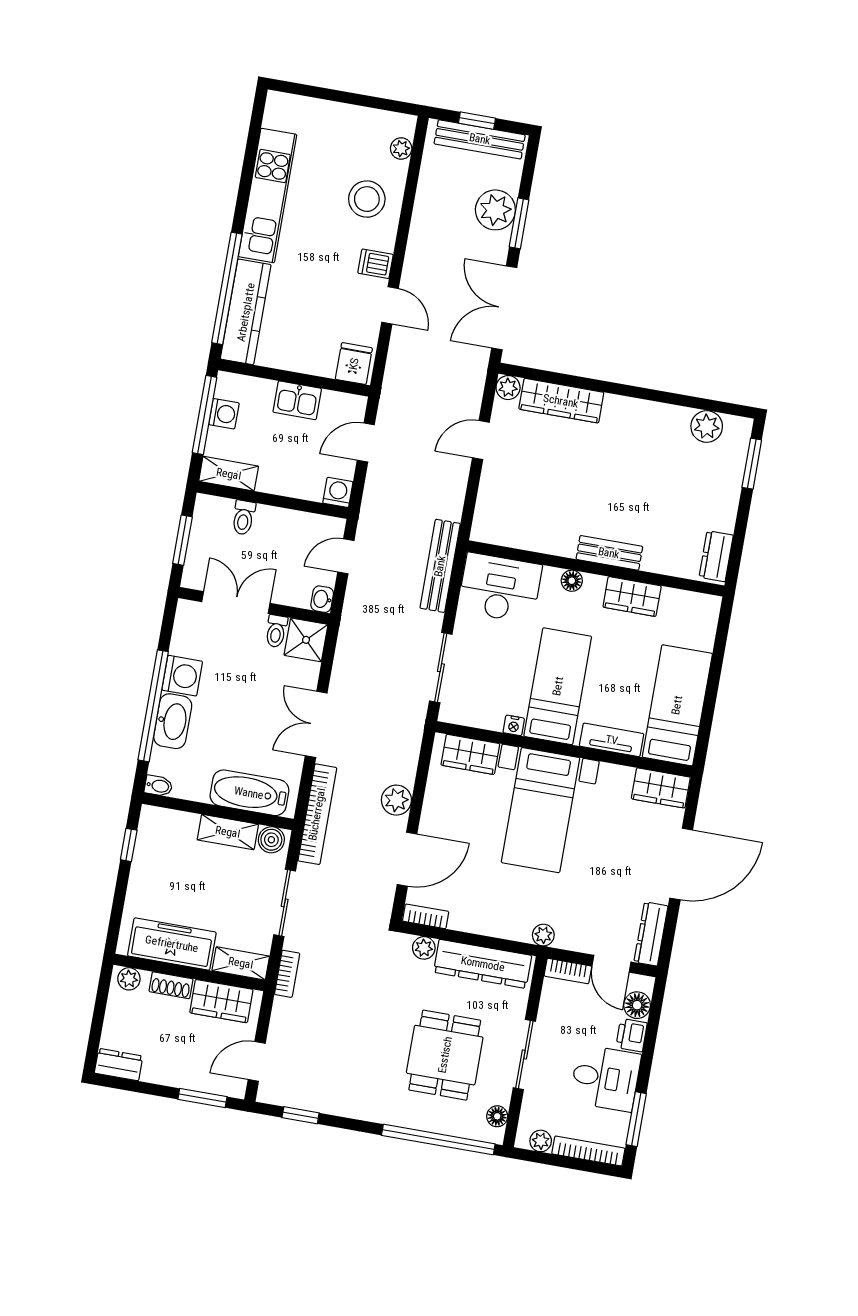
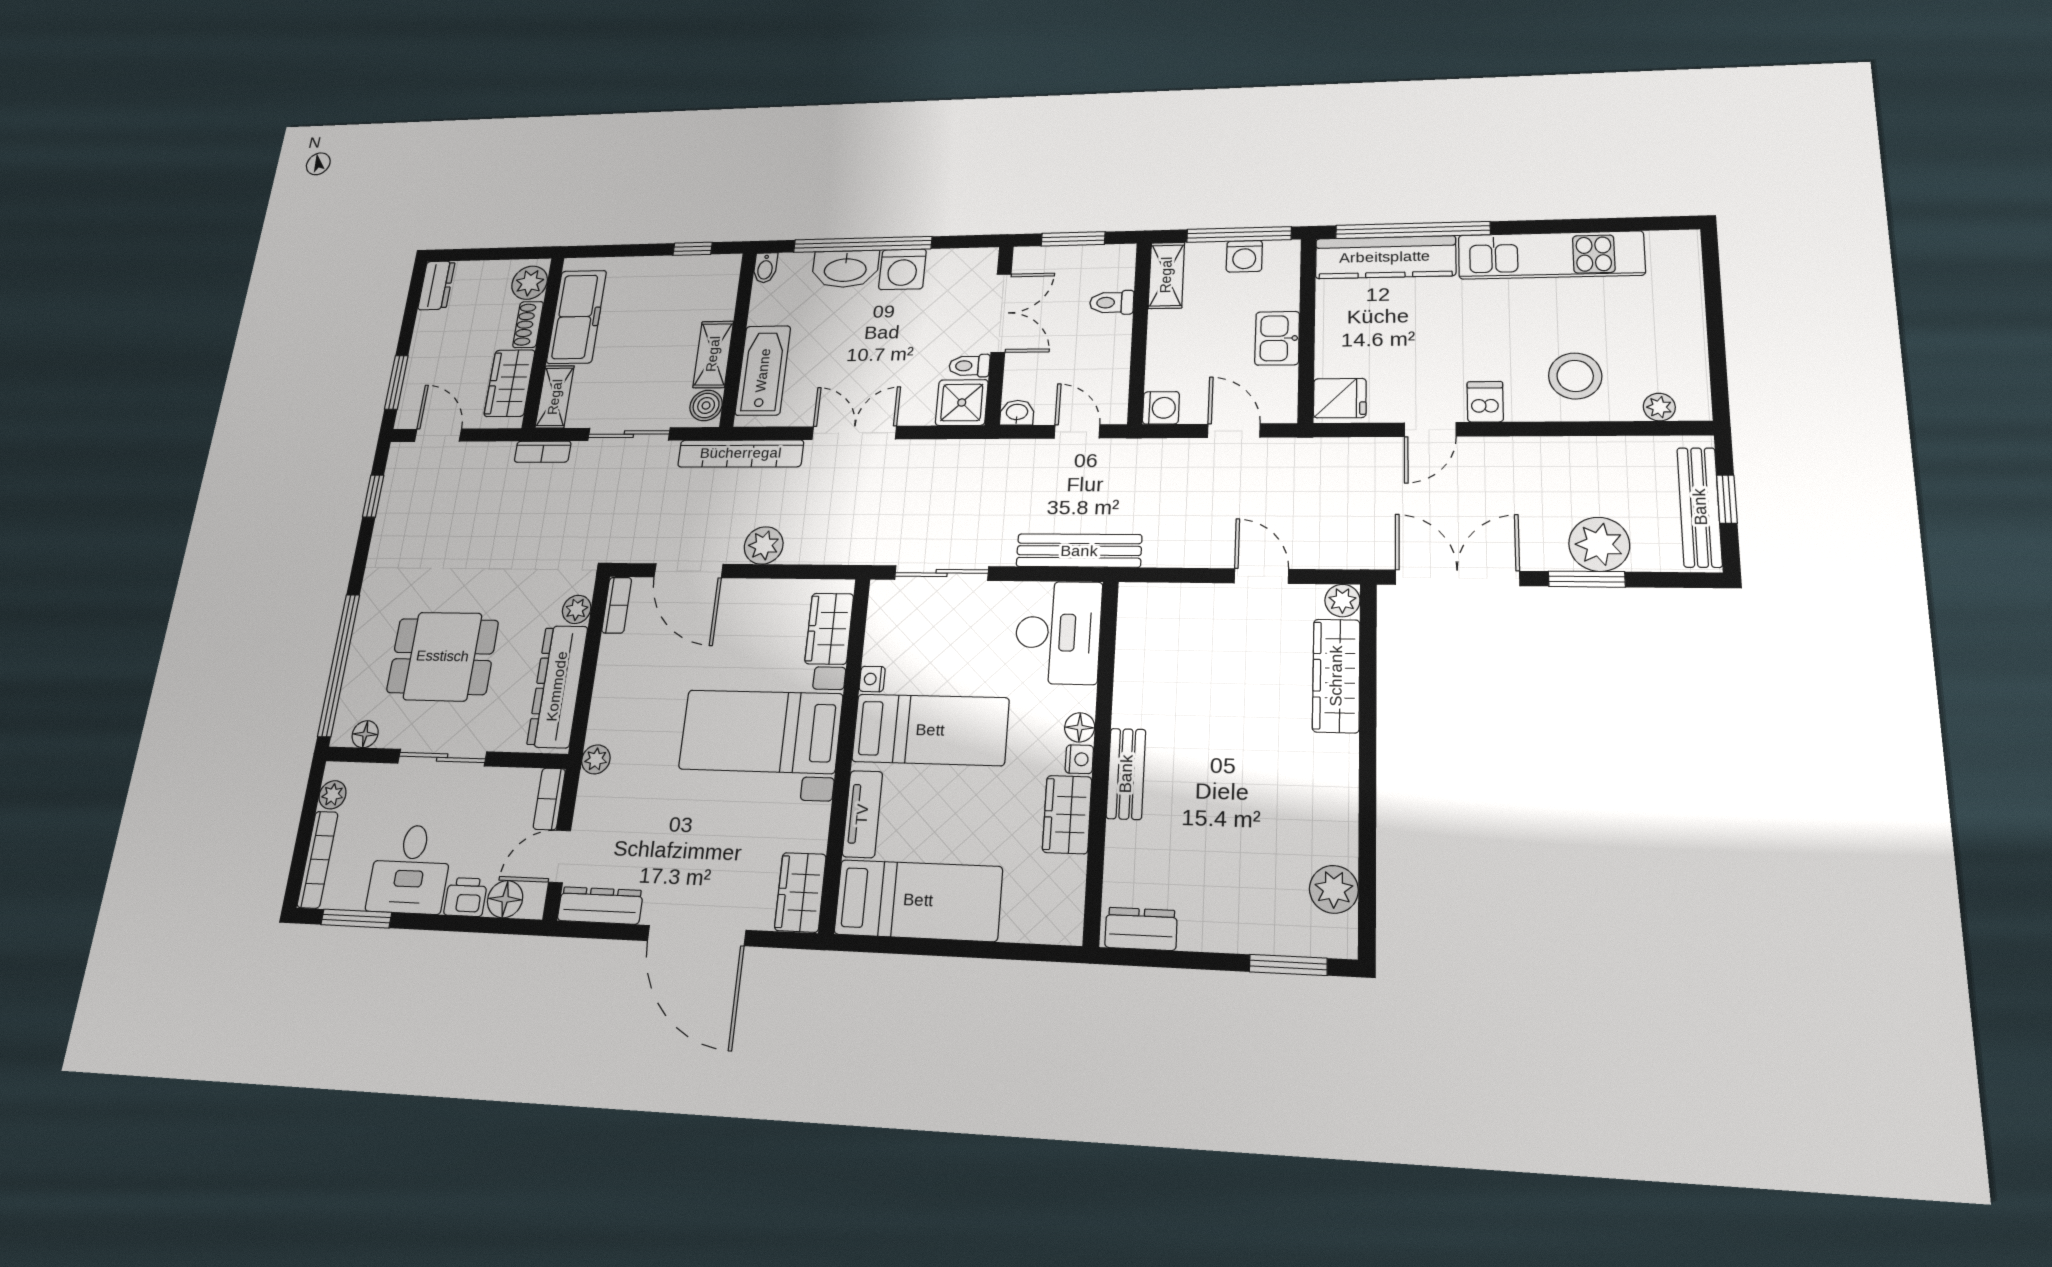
nightstand: (594, 584) -> (1079, 759), added
plant: (129, 979) -> (530, 283), width x1.38, depth x1.38

